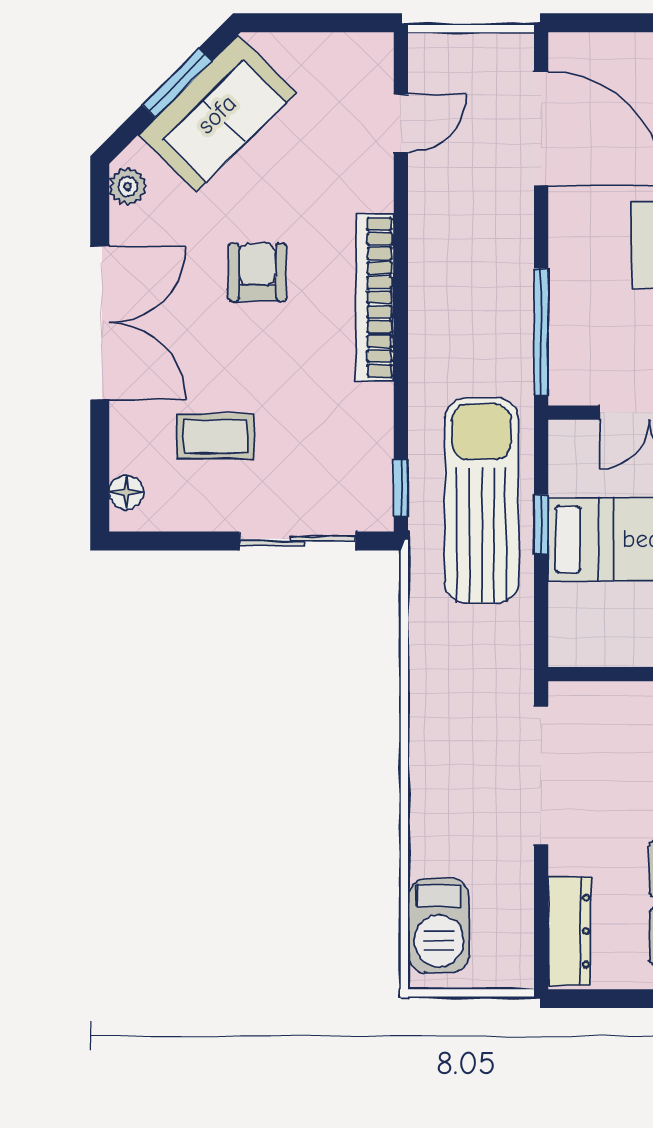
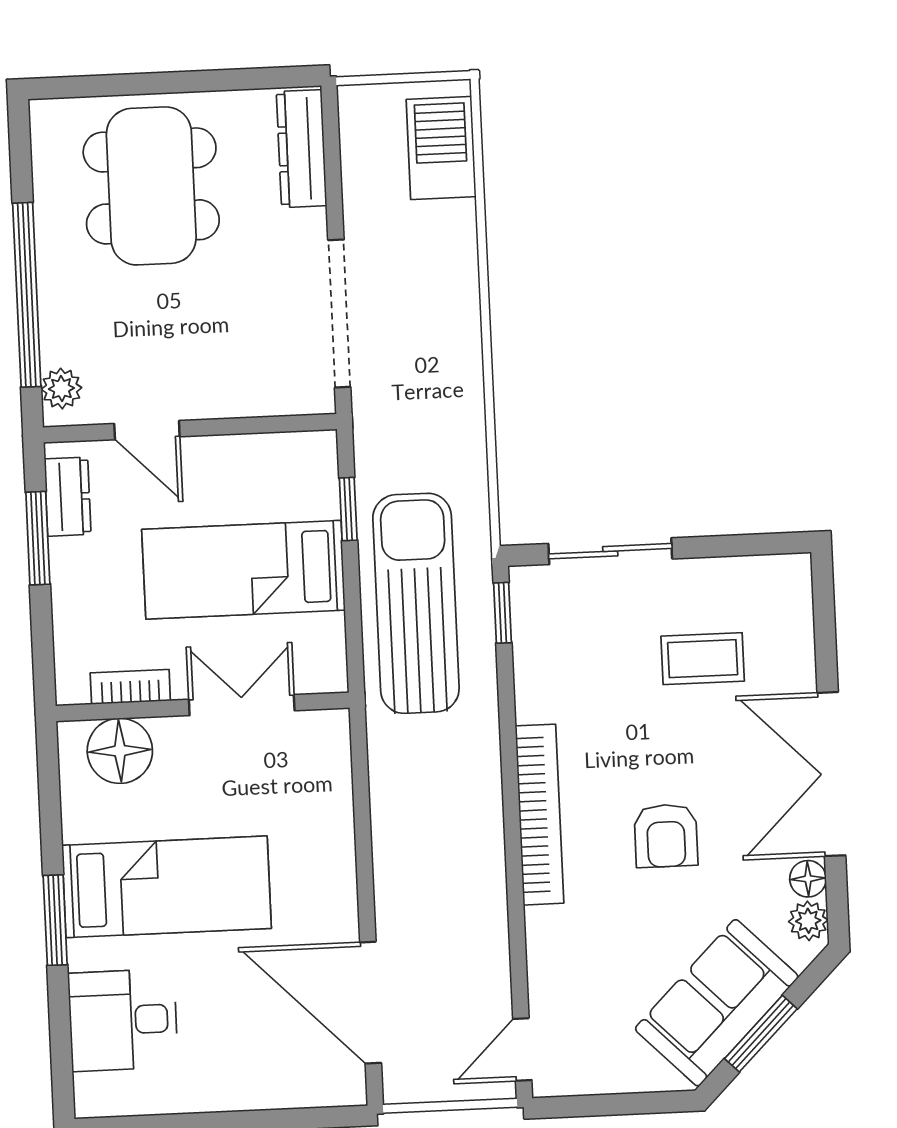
door: (401, 123) -> (522, 1049), moved
window: (541, 332) -> (361, 786), removed
floor lamp: (126, 492) -> (808, 879), moved
sun lounger: (482, 500) -> (416, 603), turned 180
window: (541, 524) -> (348, 509), moved

